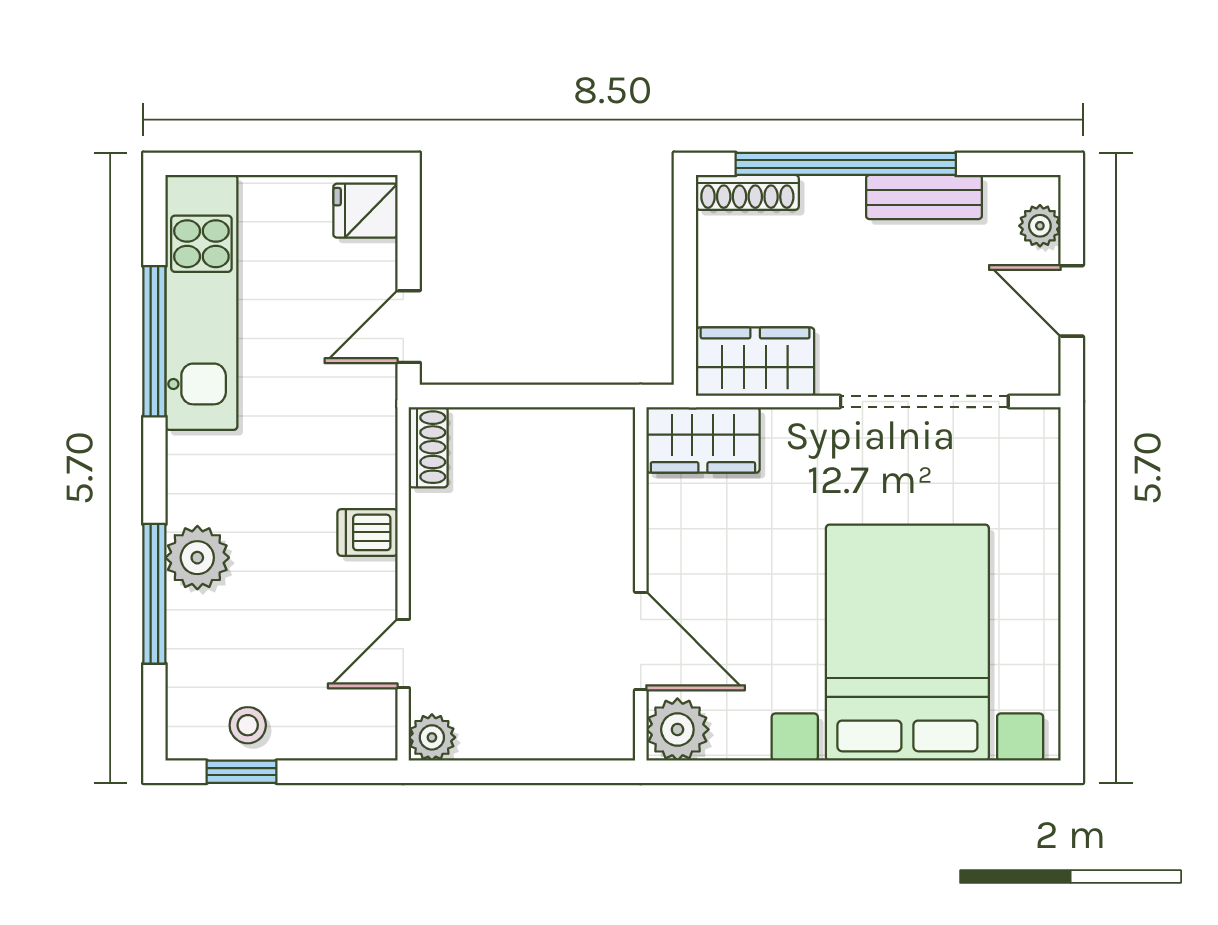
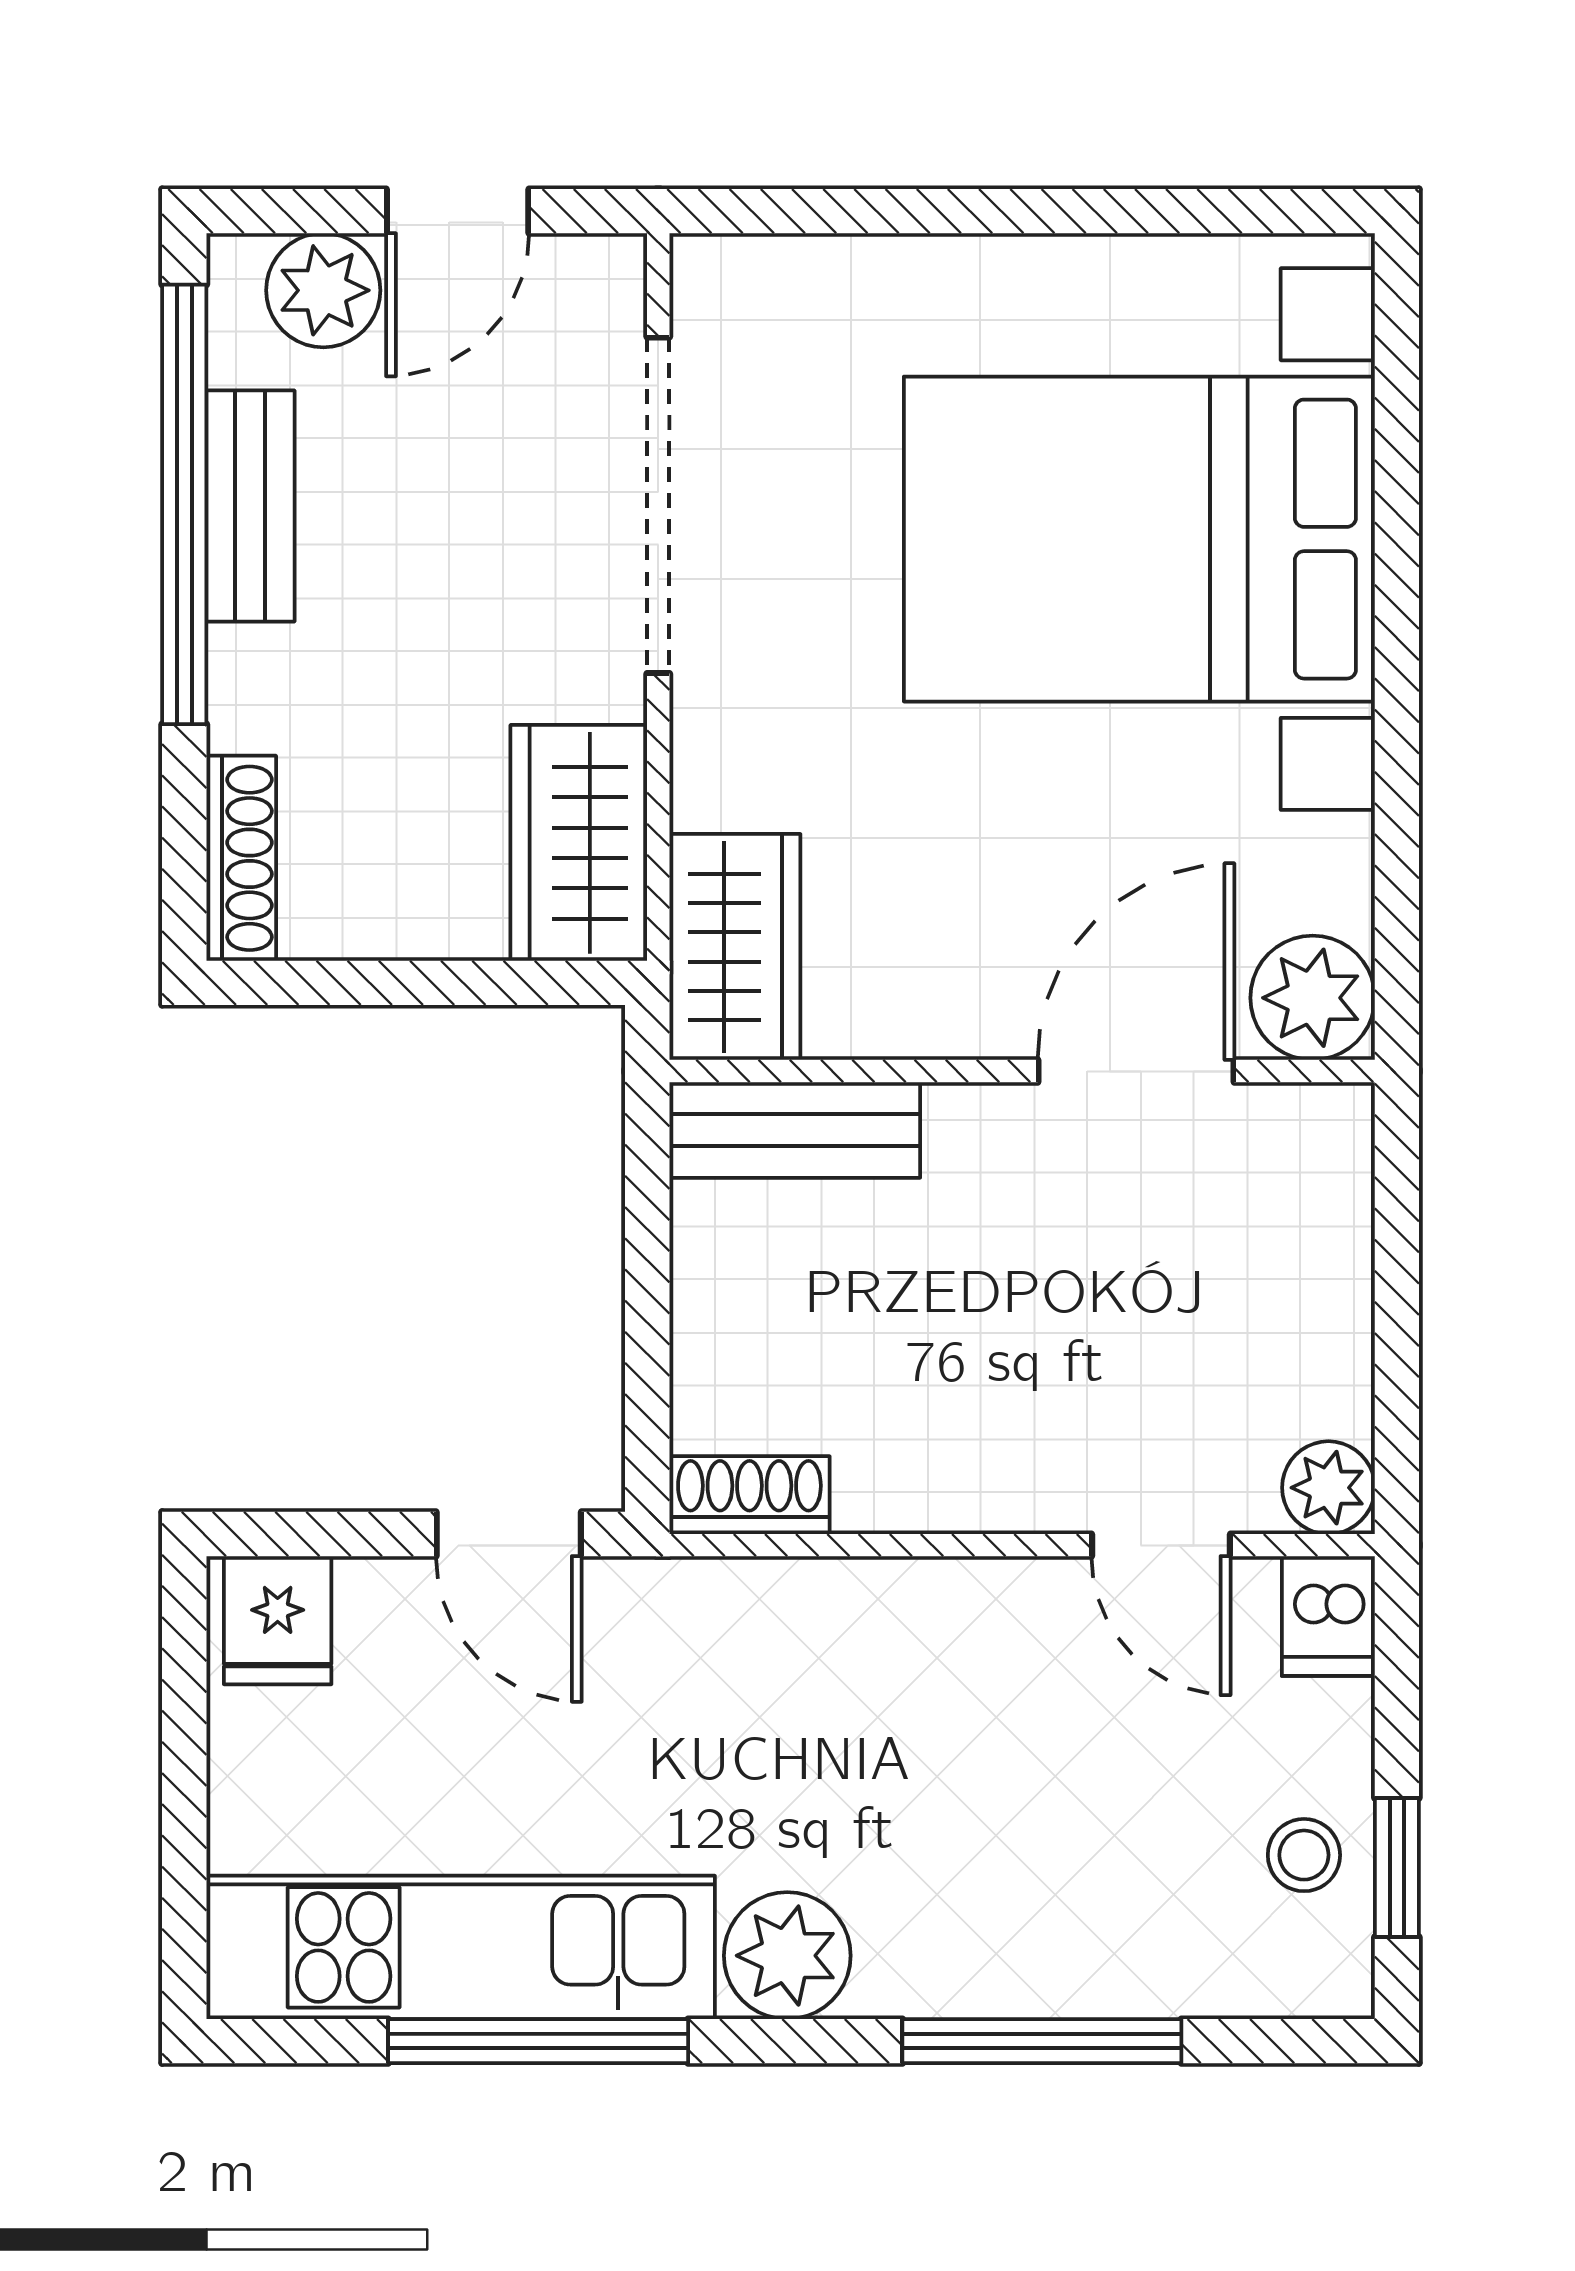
window: (846, 164) -> (184, 504), moved
plant: (1040, 226) -> (323, 290), width x1.38, depth x1.38
bench: (611, 470) -> (795, 1130), added
dishwasher: (368, 532) -> (1328, 1616), moved
plant: (197, 558) -> (787, 1956), moved

